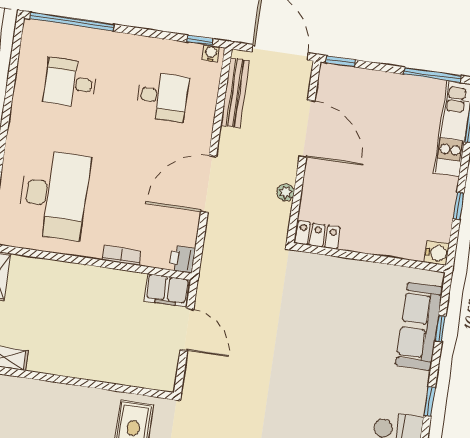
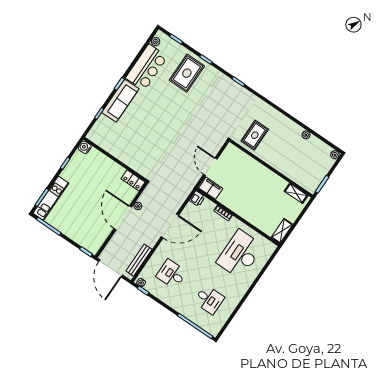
door: (307, 129) -> (123, 218), moved
sofa: (419, 326) -> (120, 101), moved

